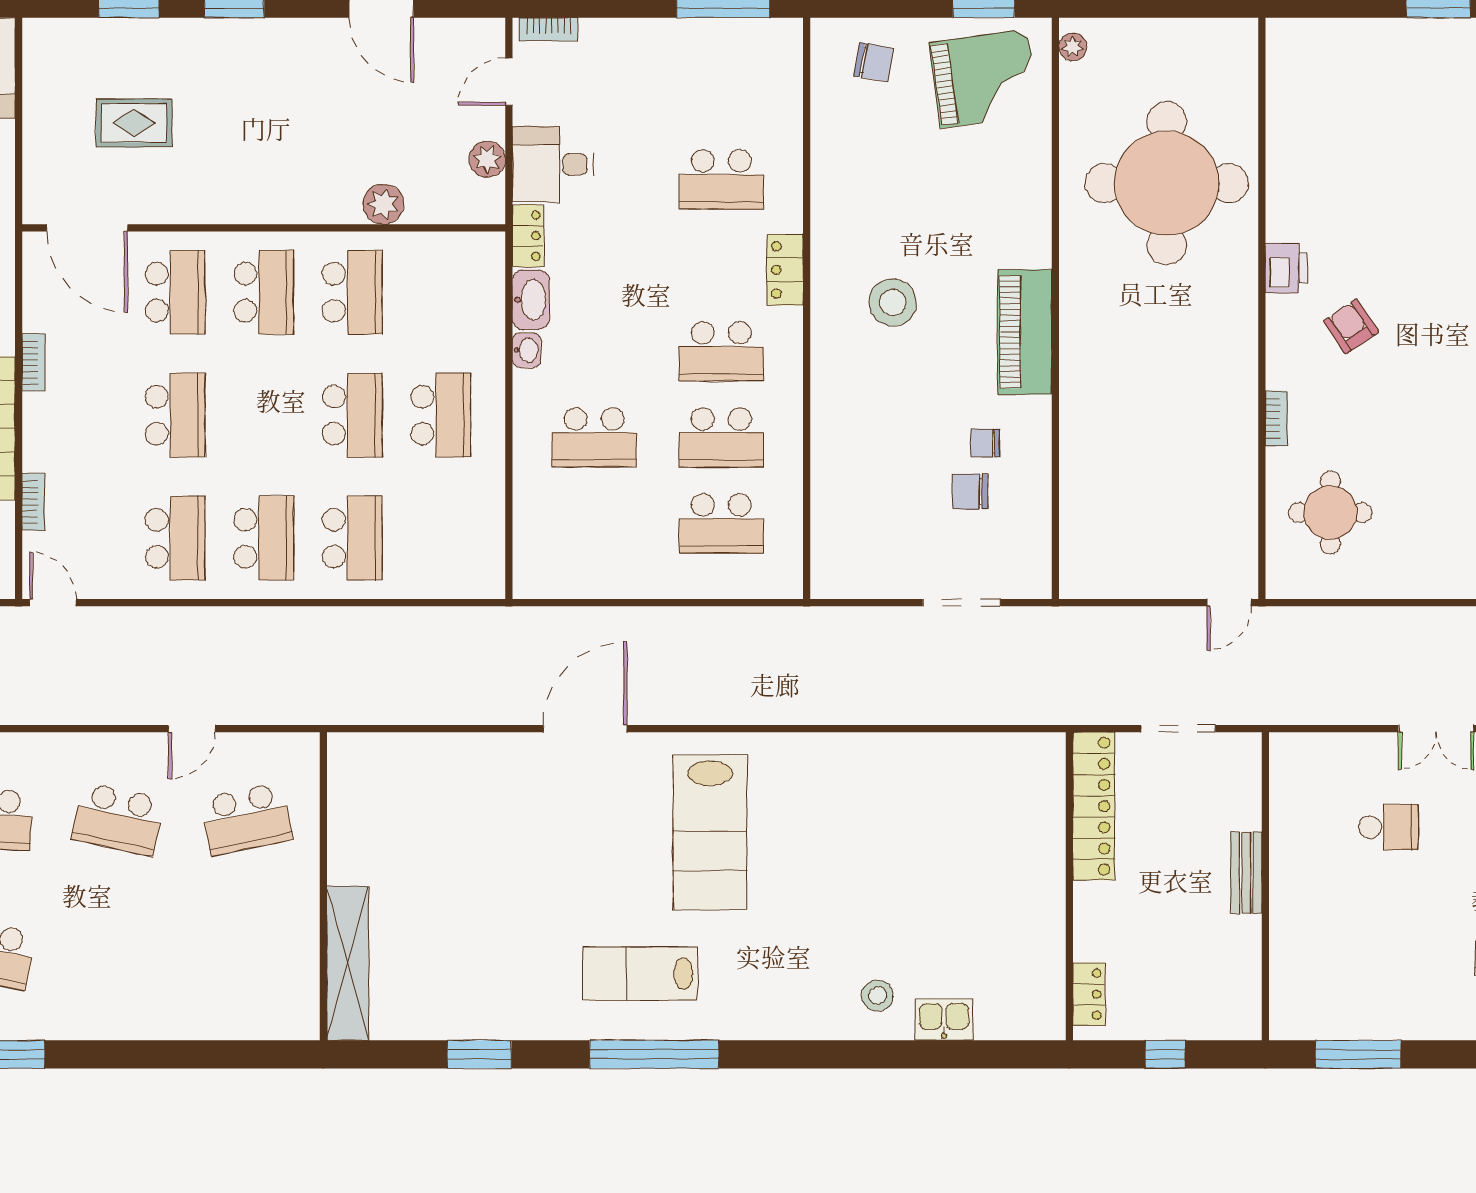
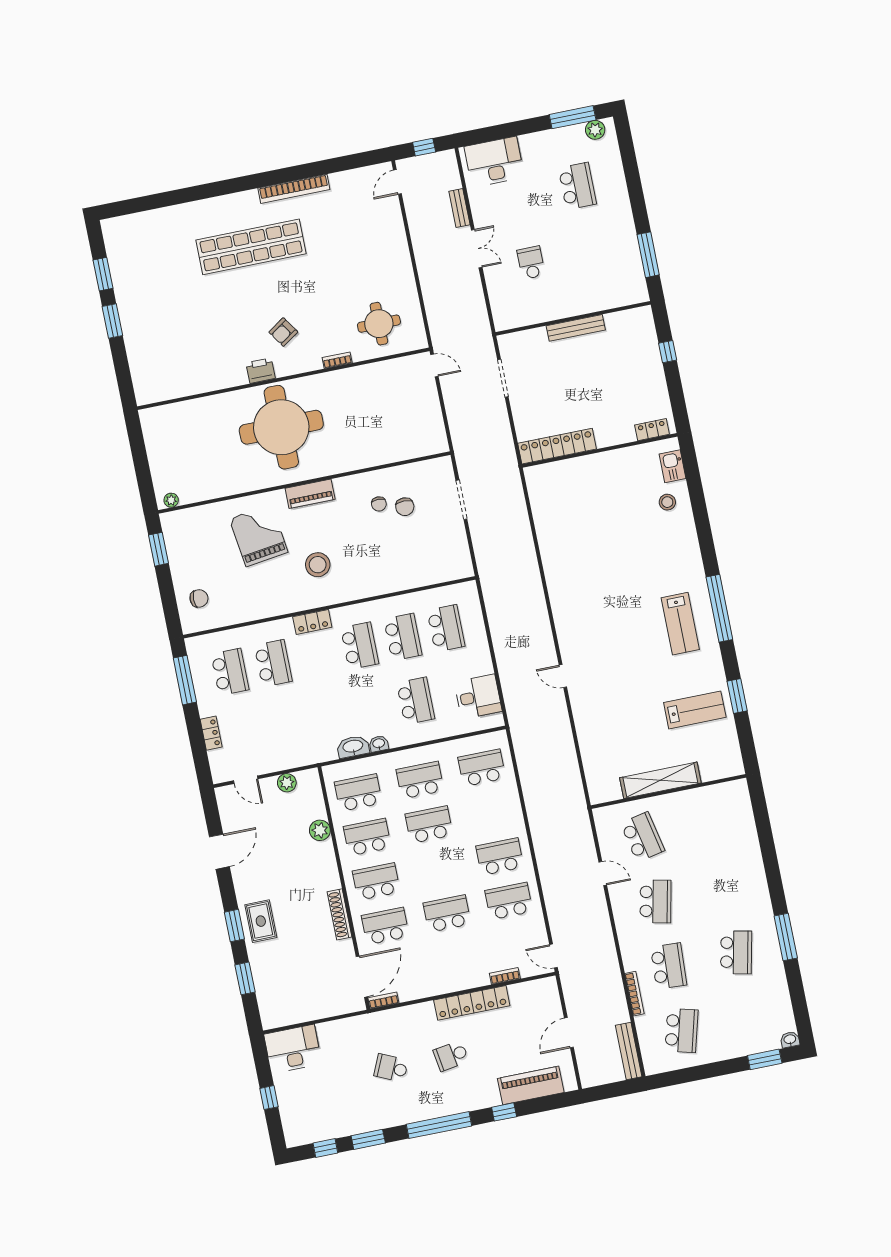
bookcase: (549, 29) -> (215, 765), removed
chair: (874, 62) -> (199, 598), turned 80
grand piano: (984, 79) -> (259, 535), moved
school desk: (721, 93) -> (230, 672), added
rug: (134, 123) -> (261, 921), moved
desk: (553, 164) -> (478, 697), moved, turned -90
round table: (1167, 183) -> (281, 427), moved
shoe rack: (215, 209) -> (340, 914), added
locker: (528, 236) -> (211, 733), moved, turned 90
school desk: (441, 292) -> (358, 793), added
piano: (1025, 332) -> (310, 494), width x0.73, depth x0.75
bookcase: (33, 362) -> (383, 1000), moved
school desk: (352, 538) -> (482, 768), moved
door: (53, 603) -> (553, 956), hinge flipped
door: (585, 729) -> (563, 676), width x0.53
locker: (1094, 806) -> (557, 446), moved
lab bench: (710, 832) -> (695, 710), moved, width x0.73, depth x0.72
bench: (1246, 873) -> (576, 328), width x1.36
wall: (1069, 886) -> (600, 450), moved
shelving: (348, 963) -> (660, 780), moved
locker: (1089, 994) -> (652, 430), moved

